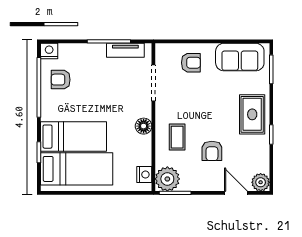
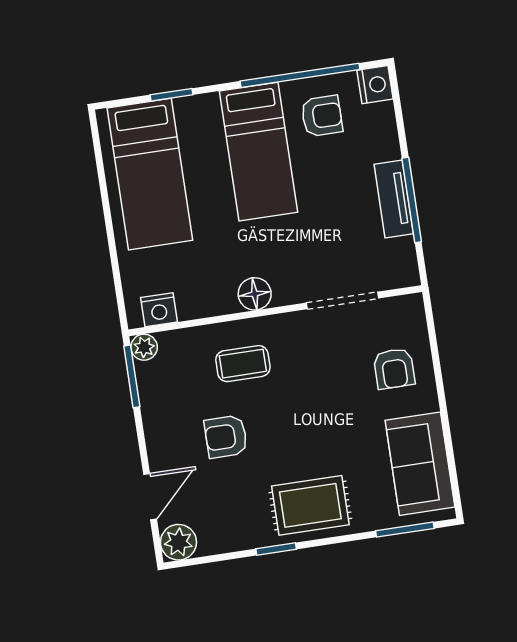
tv unit: (125, 50) -> (394, 199), moved
armchair: (61, 80) -> (322, 116), turned 90
bed: (74, 137) -> (258, 152), moved
plant: (167, 179) -> (144, 347), width x0.53, depth x0.53

